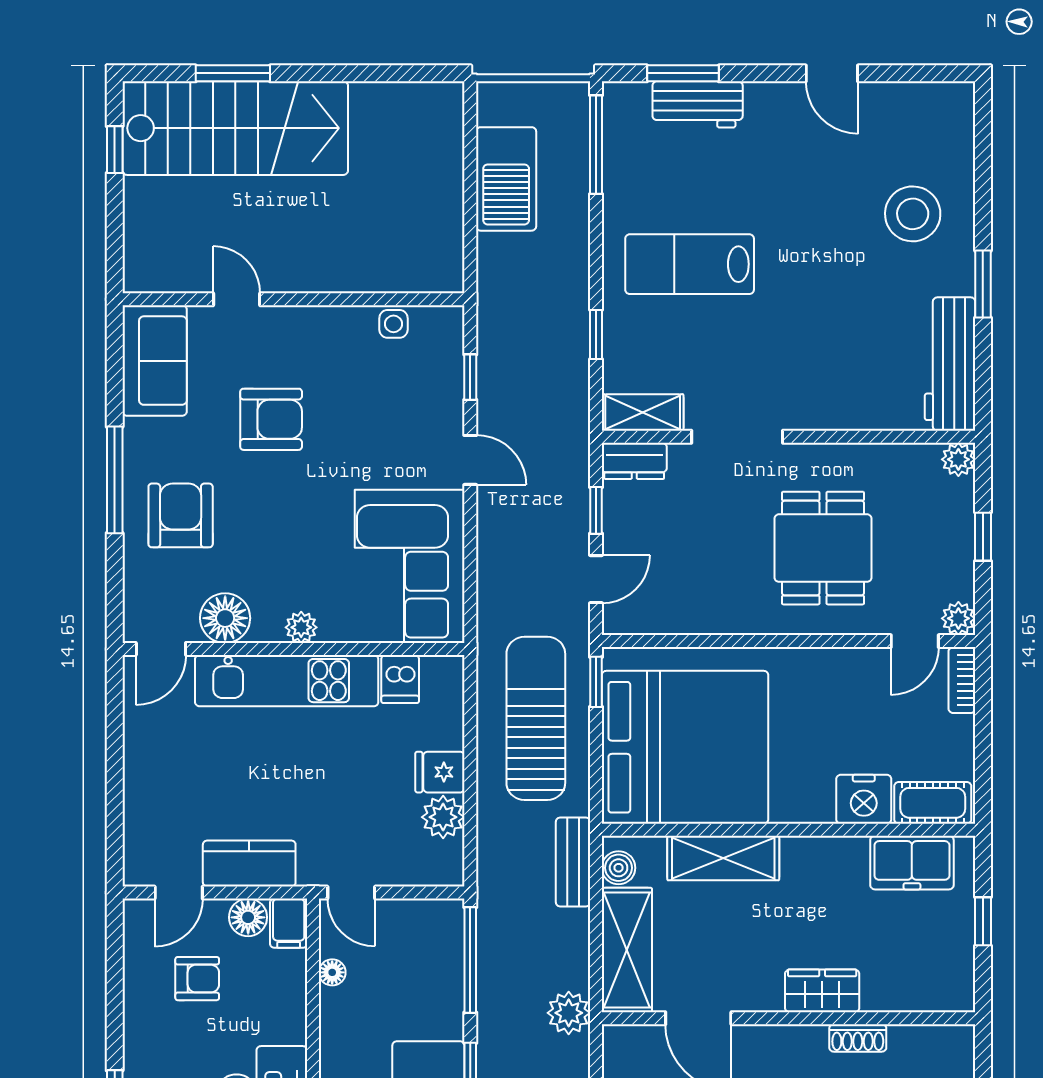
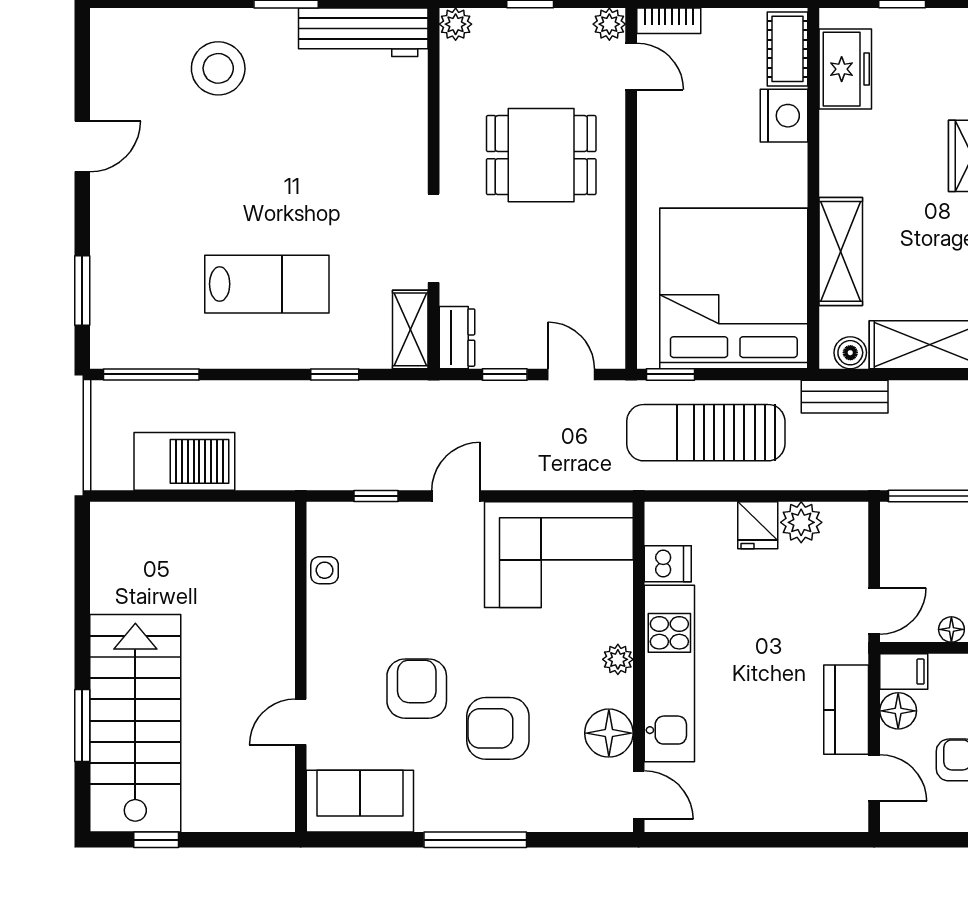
workbench: (698, 104) -> (112, 276), removed
lab bench: (690, 264) -> (267, 284), turned -90
armchair: (181, 515) -> (498, 728), moved

